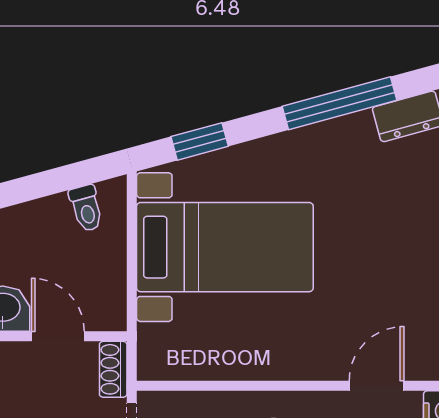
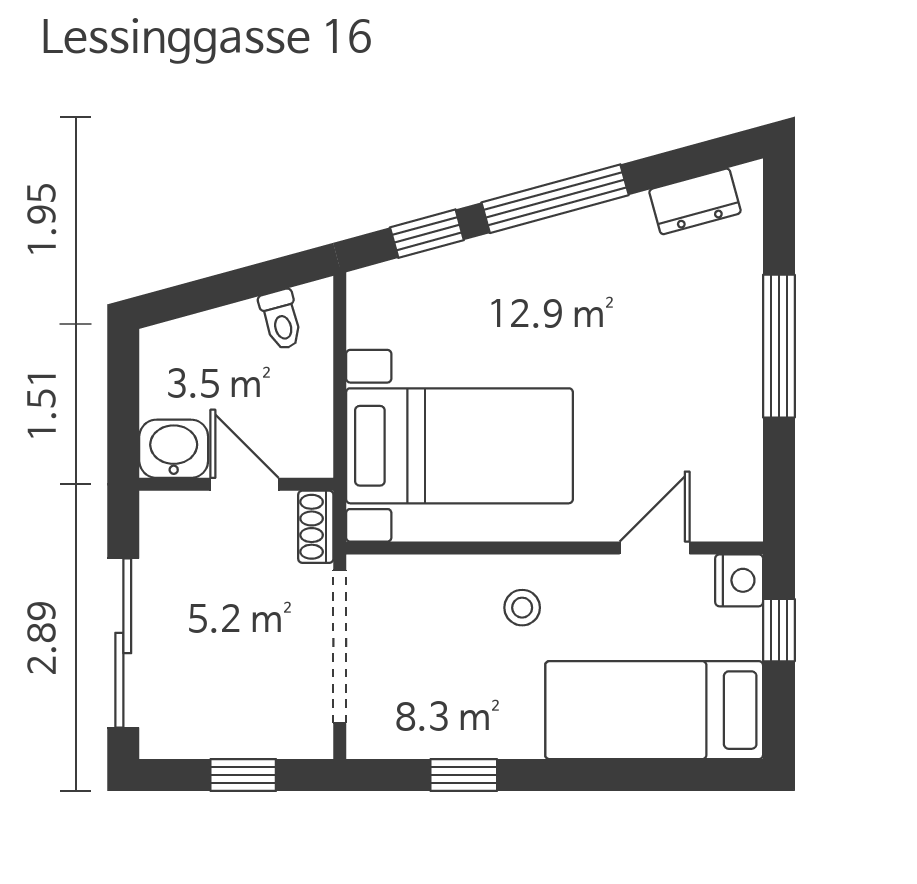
window: (339, 103) -> (555, 199), moved
bed with nightstands: (225, 247) -> (459, 446), moved

